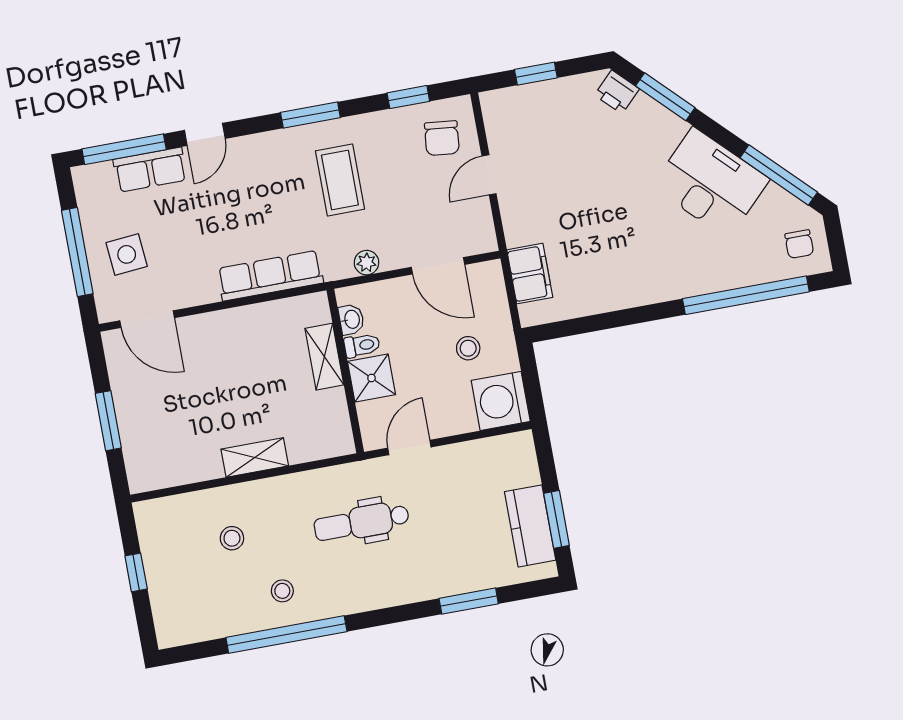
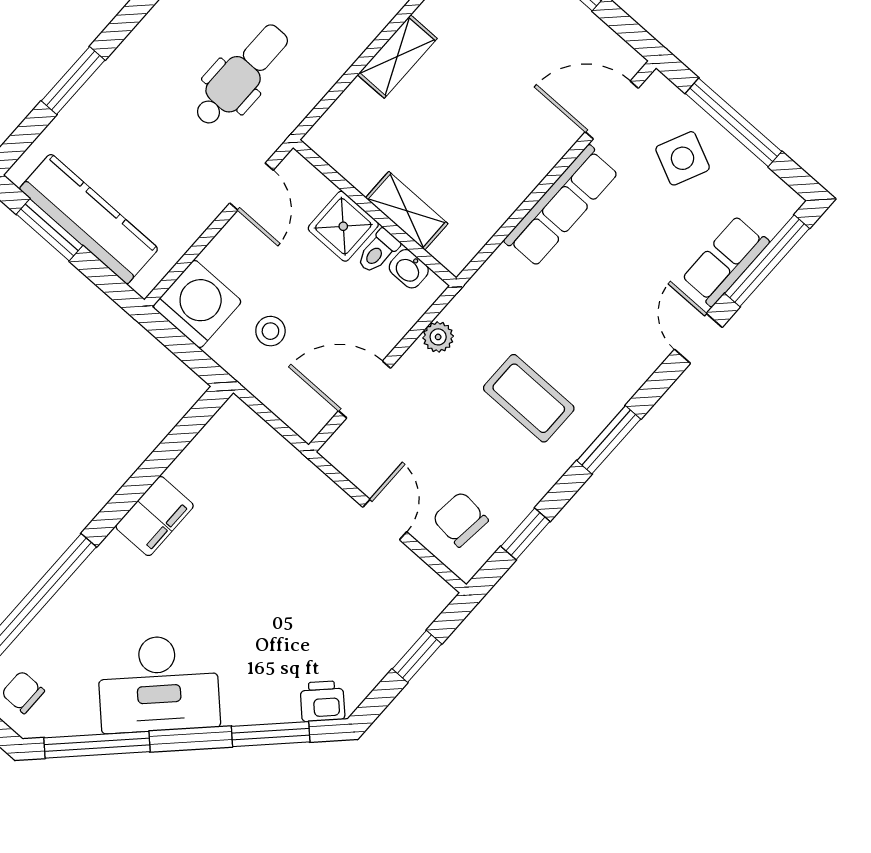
side table: (127, 254) -> (683, 158), turned 30
filing cabinet: (530, 274) -> (155, 516), moved, turned -90
row of seats: (270, 276) -> (561, 206), moved
kitchen counter: (530, 526) -> (89, 219), width x1.50

